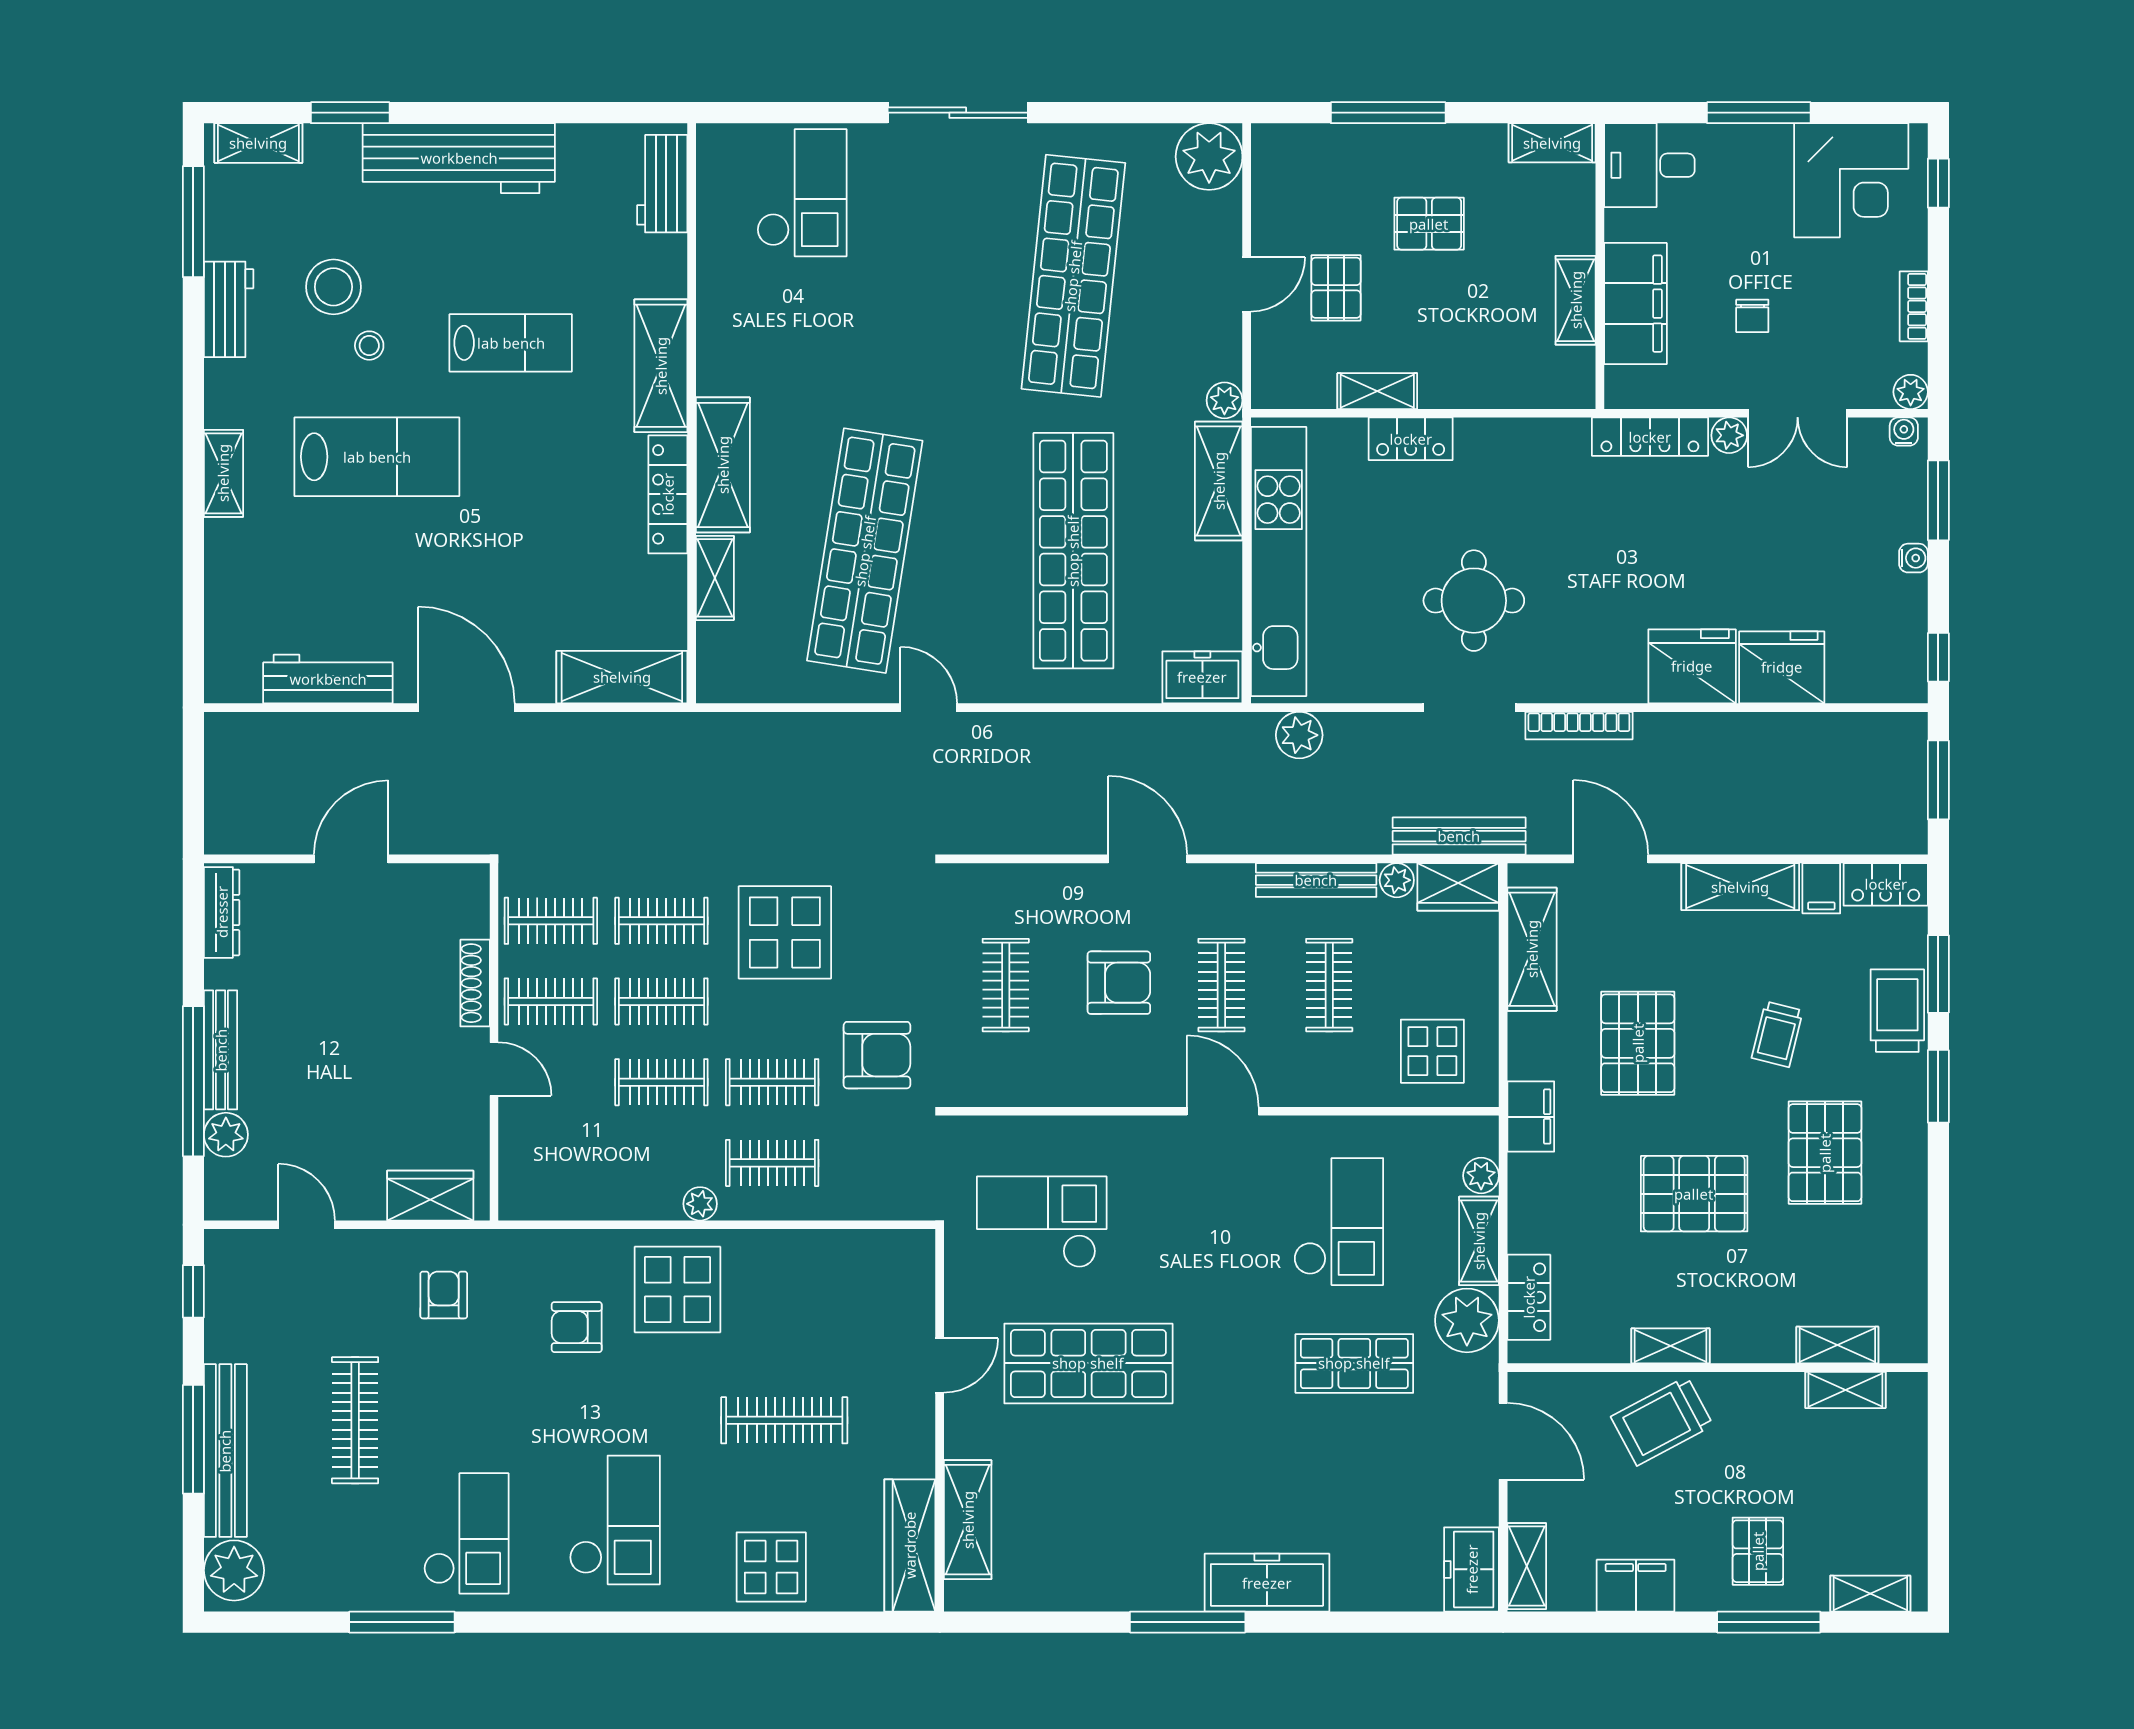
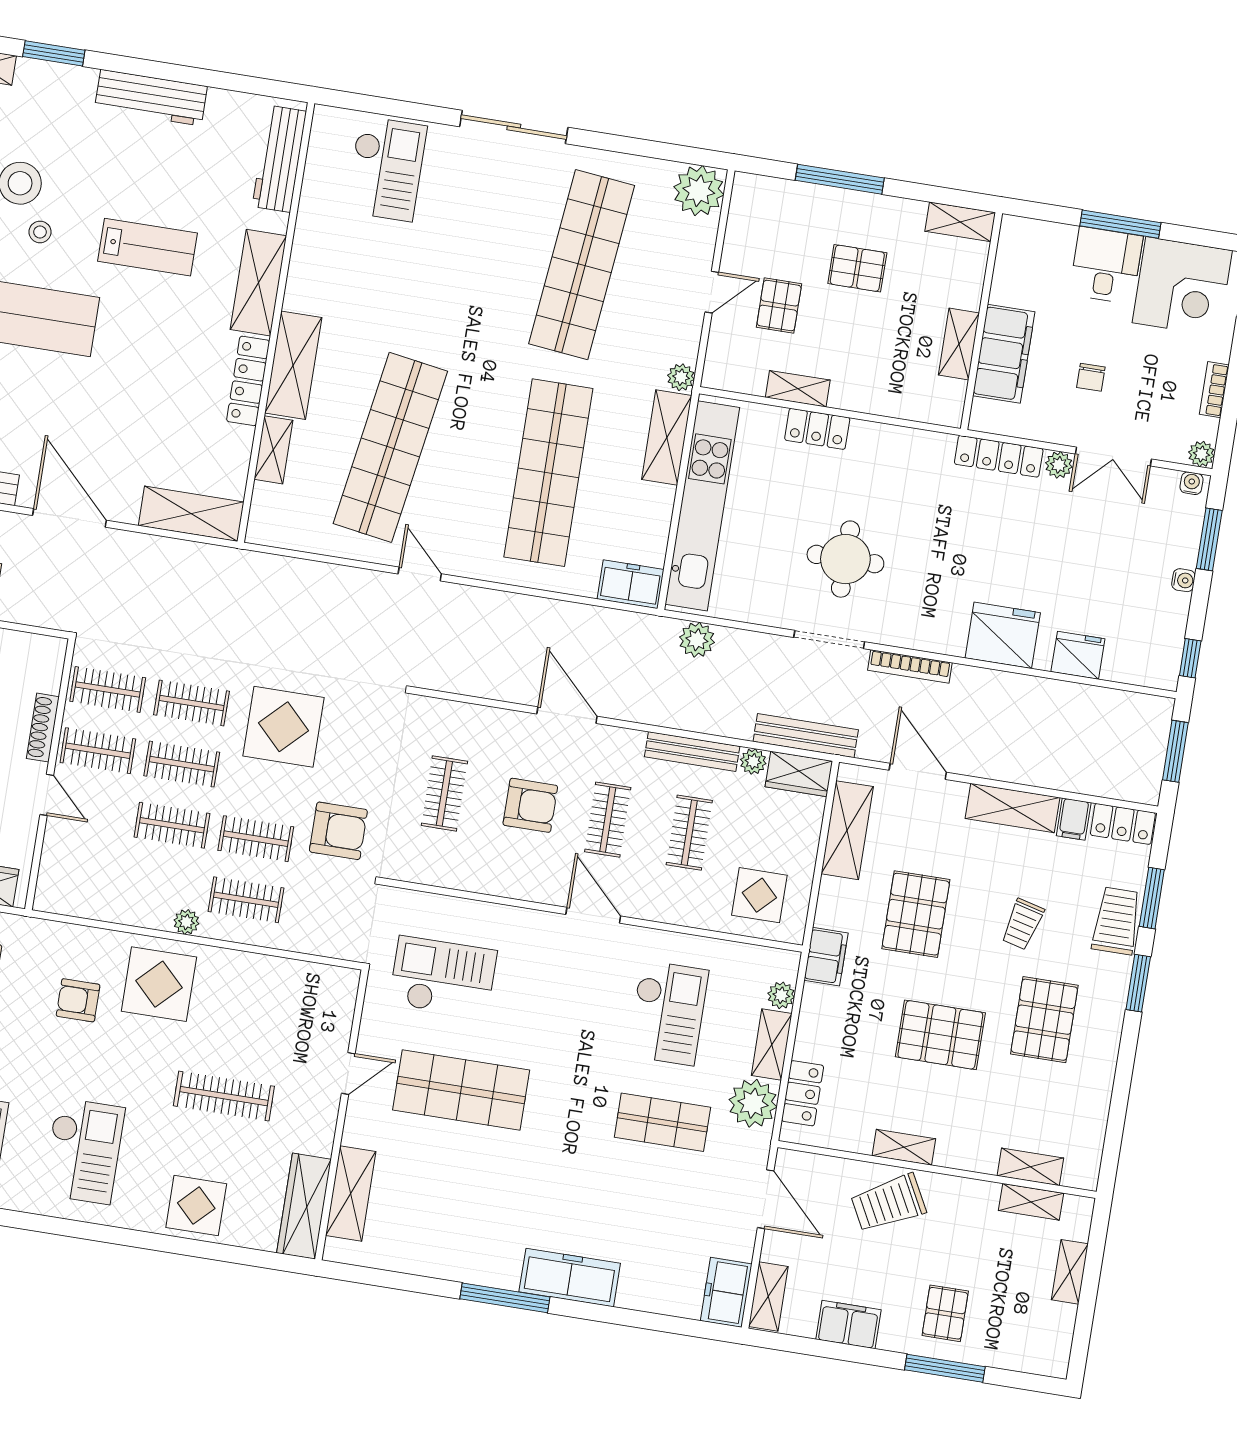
workbench: (459, 158) -> (151, 98), width x0.73, depth x0.76
desk: (1649, 165) -> (1106, 265), moved, turned 90
workbench: (662, 184) -> (279, 159), width x1.38
fridge: (1782, 667) -> (1078, 655), width x0.73, depth x0.75
shelving: (1870, 1594) -> (1070, 1272), moved, turned 90

